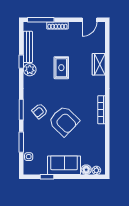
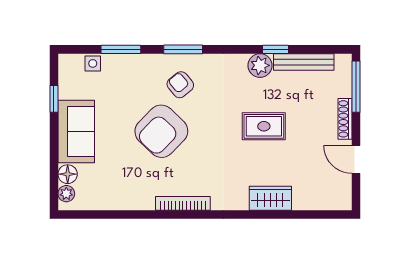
door: (90, 20) -> (356, 159), moved

